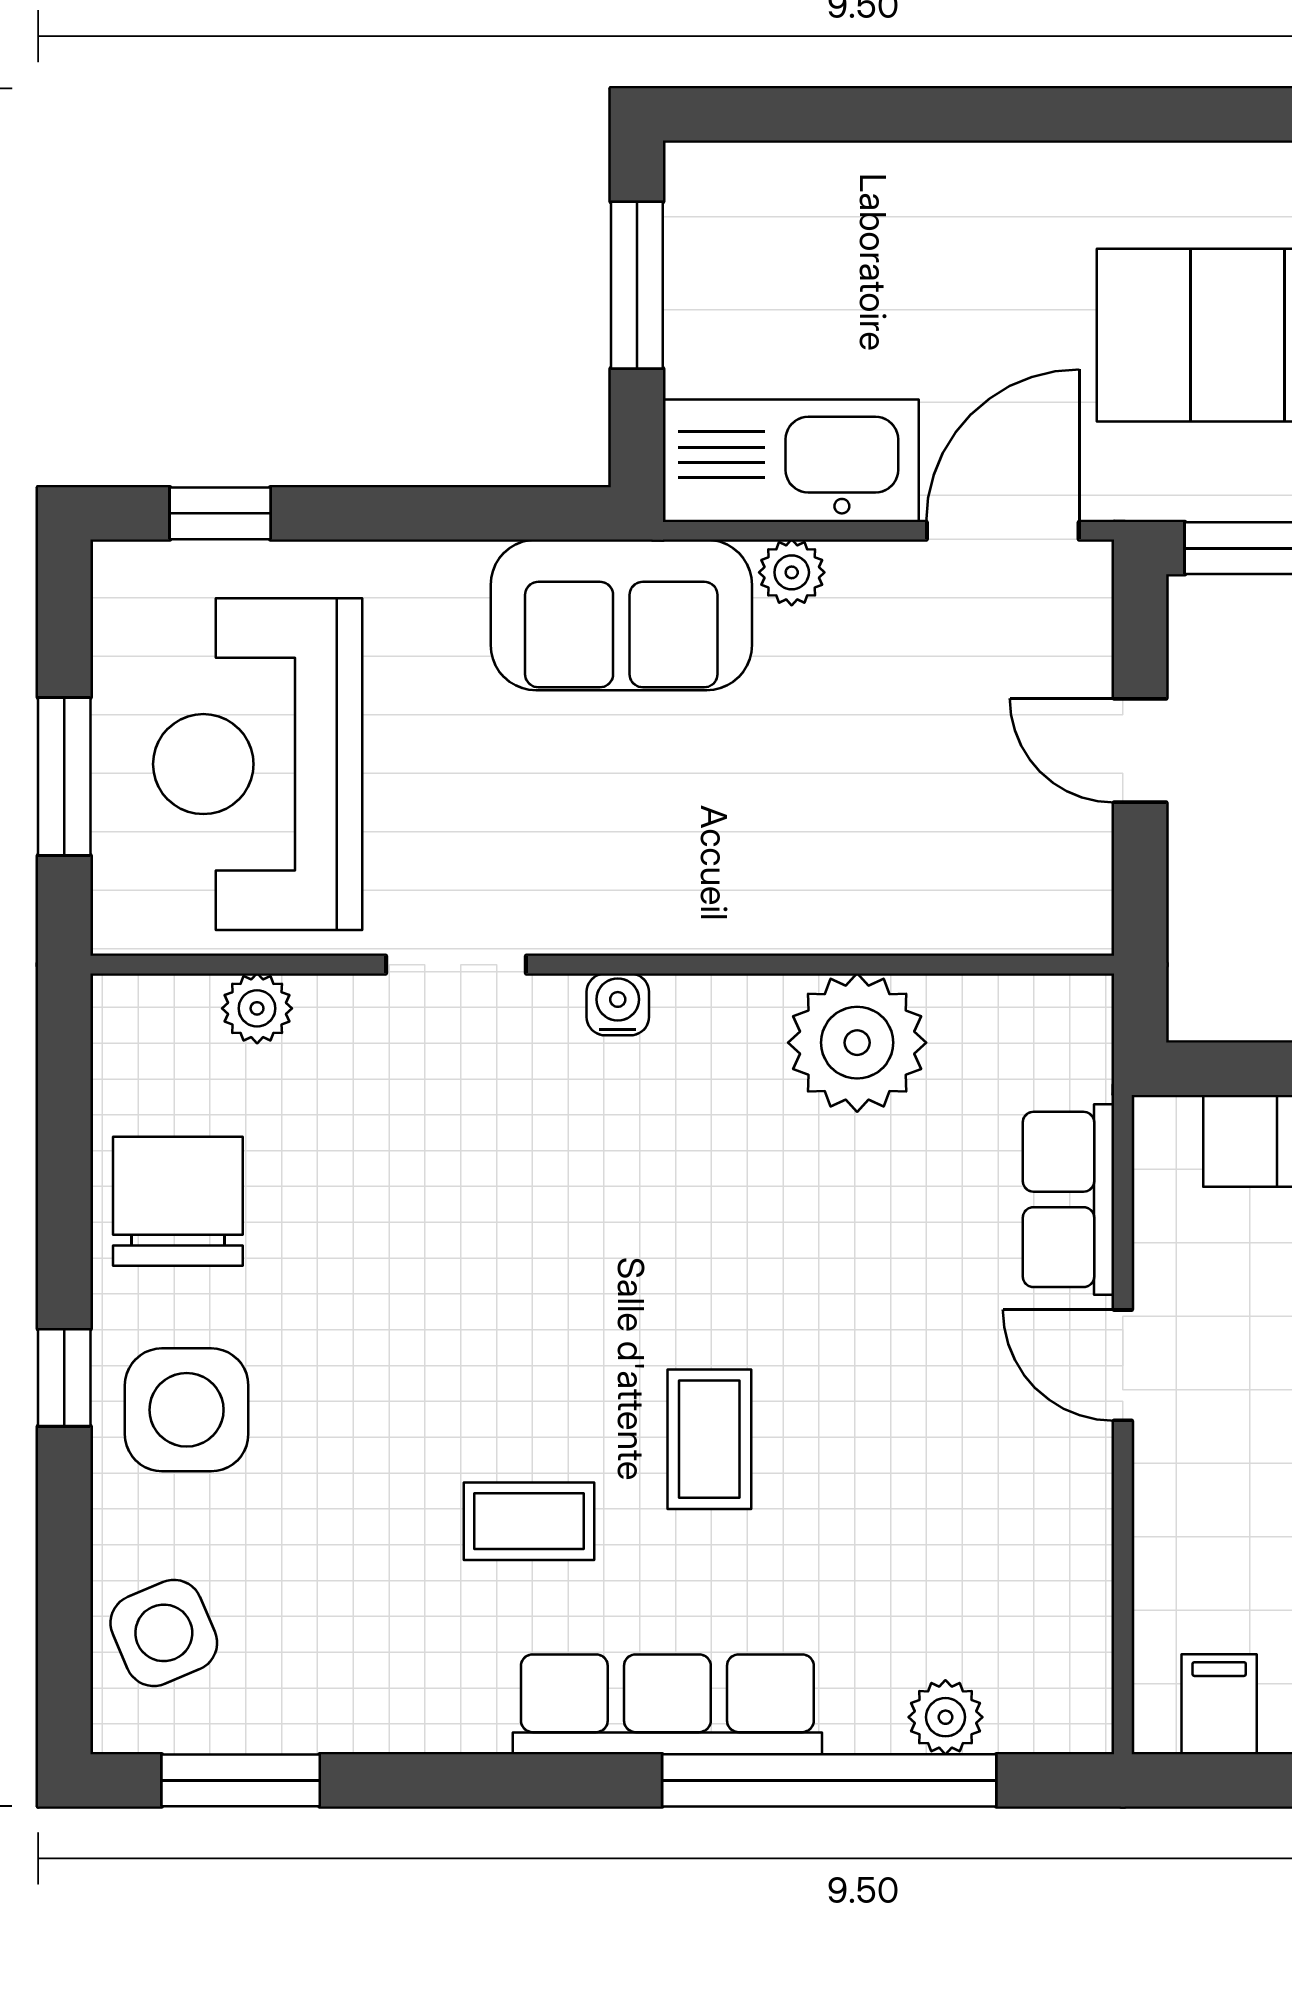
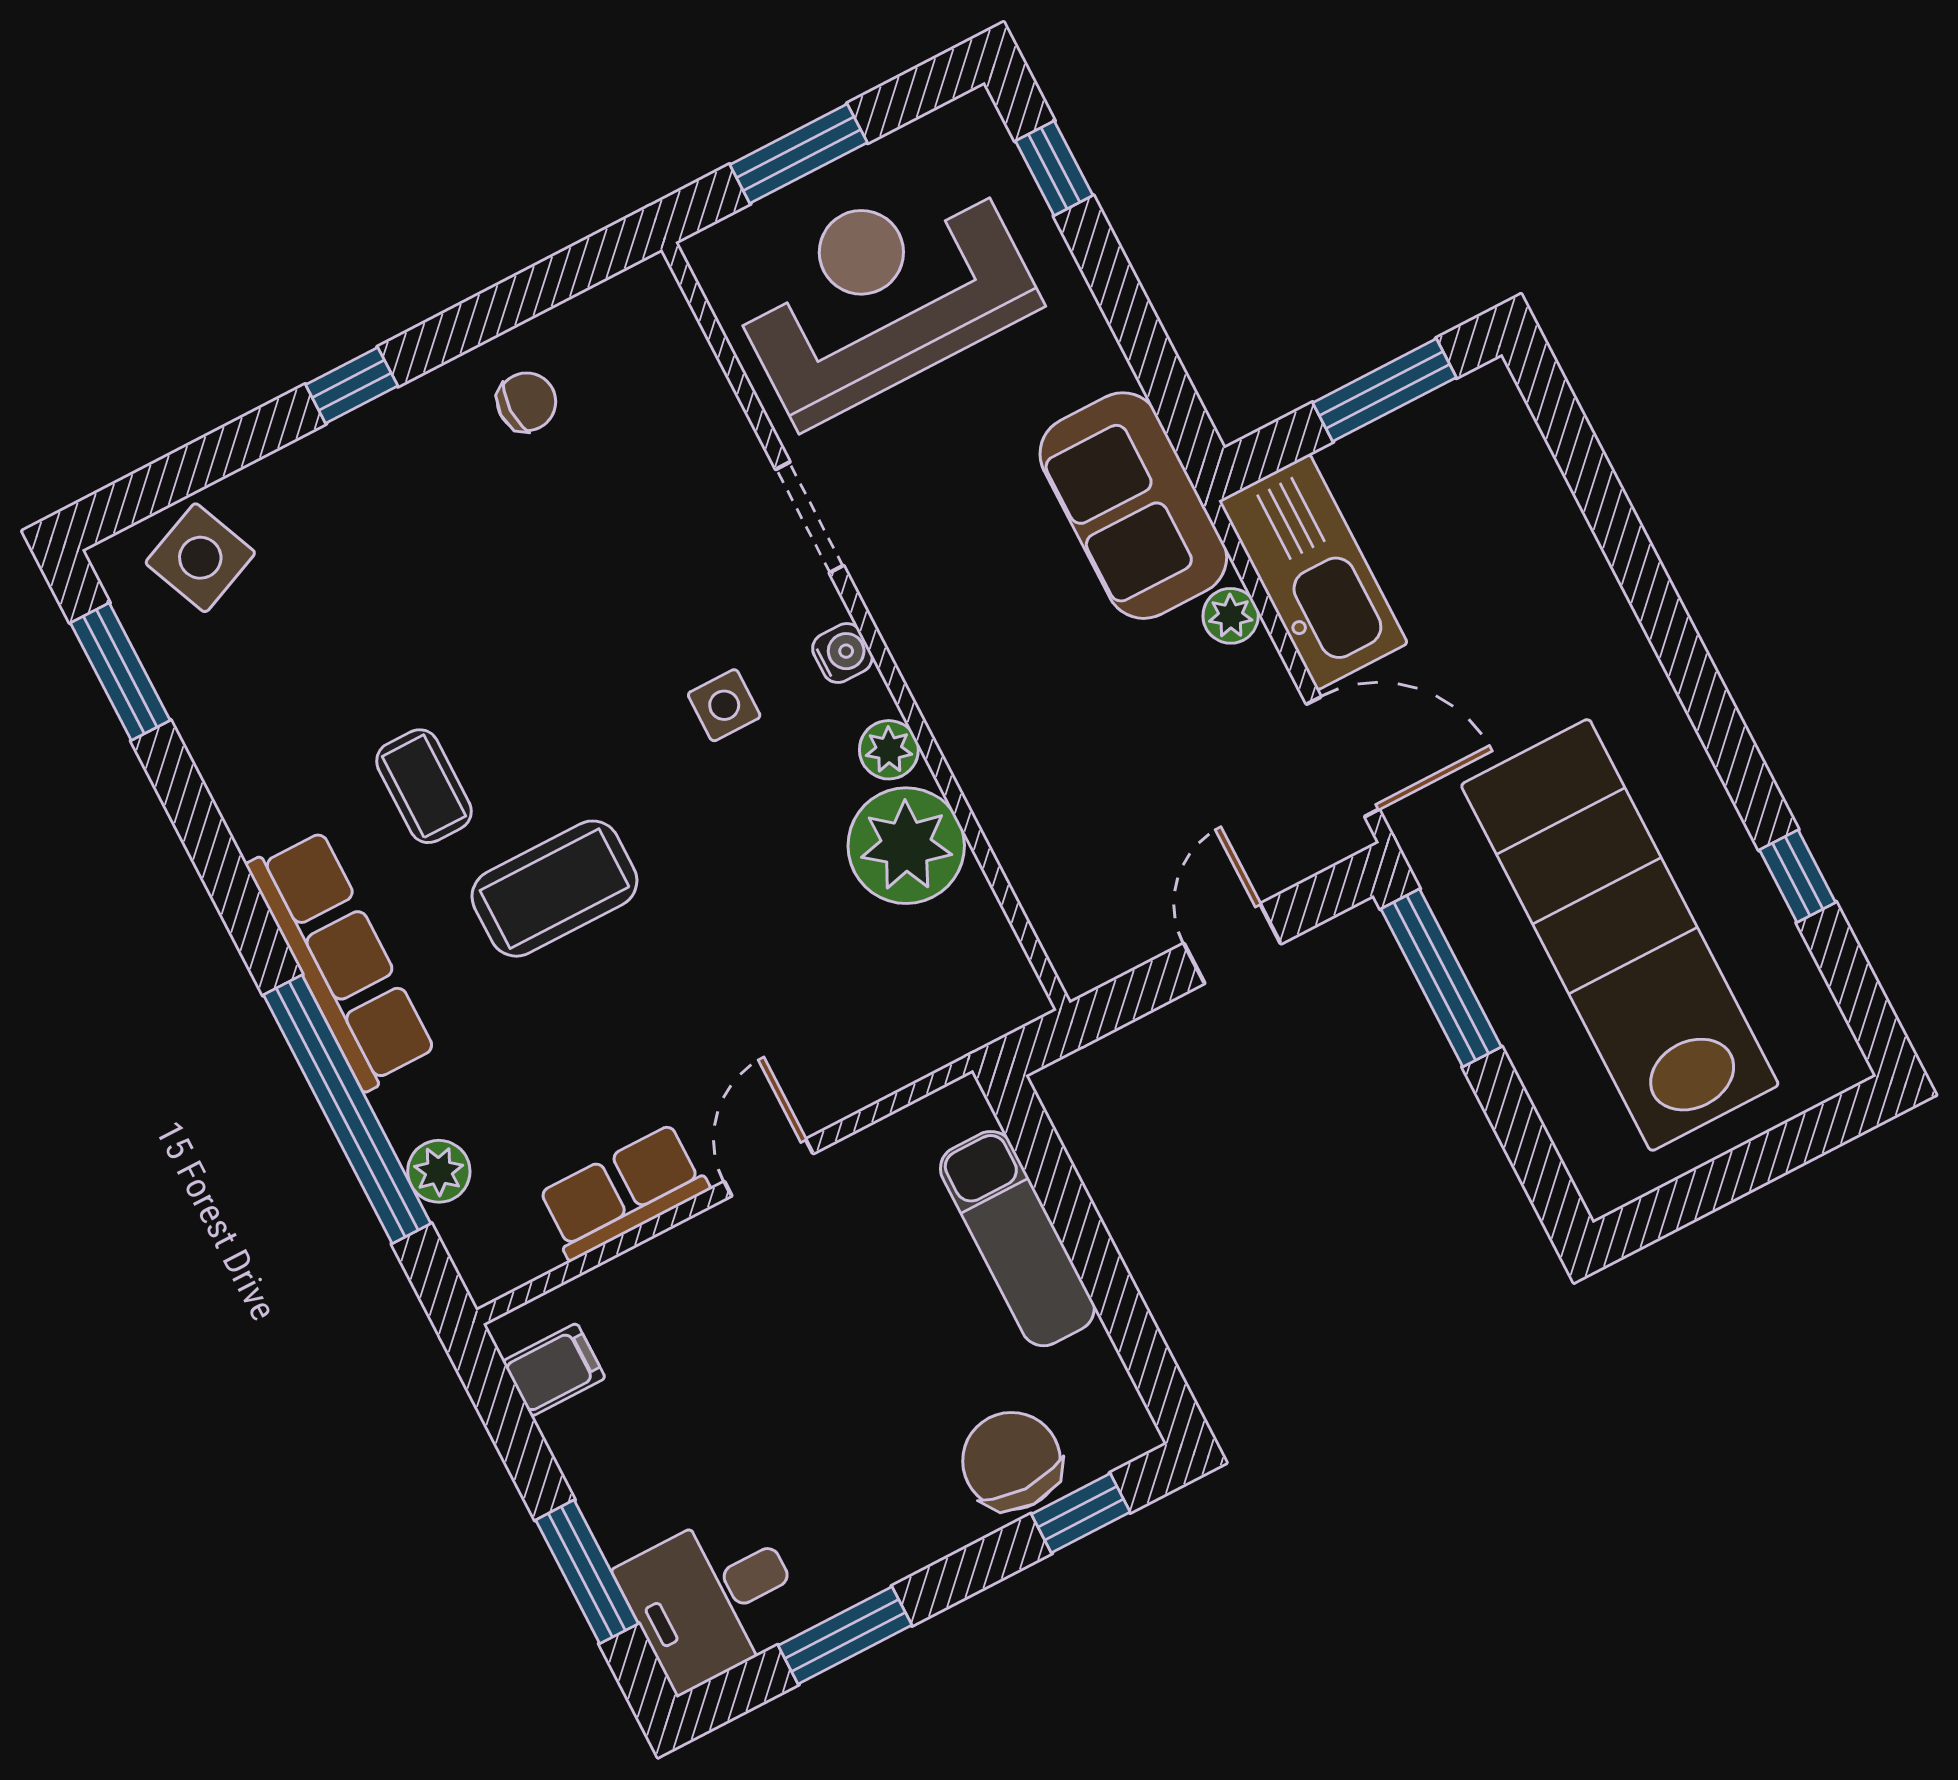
plant: (257, 1008) -> (889, 750), moved
row of seats: (1069, 1199) -> (623, 1192), moved
chair: (178, 1201) -> (527, 402), width x0.54, depth x0.54
side table: (187, 1410) -> (724, 705), moved, width x0.54, depth x0.54
coffee table: (709, 1439) -> (554, 889), width x1.36, depth x1.30

